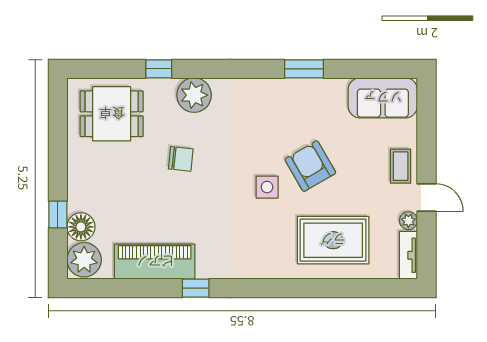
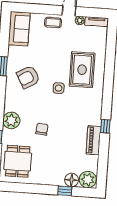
armchair: (310, 166) -> (28, 77), moved
rug: (333, 240) -> (82, 70), moved
piano: (155, 262) -> (93, 140), width x0.73, depth x0.75

